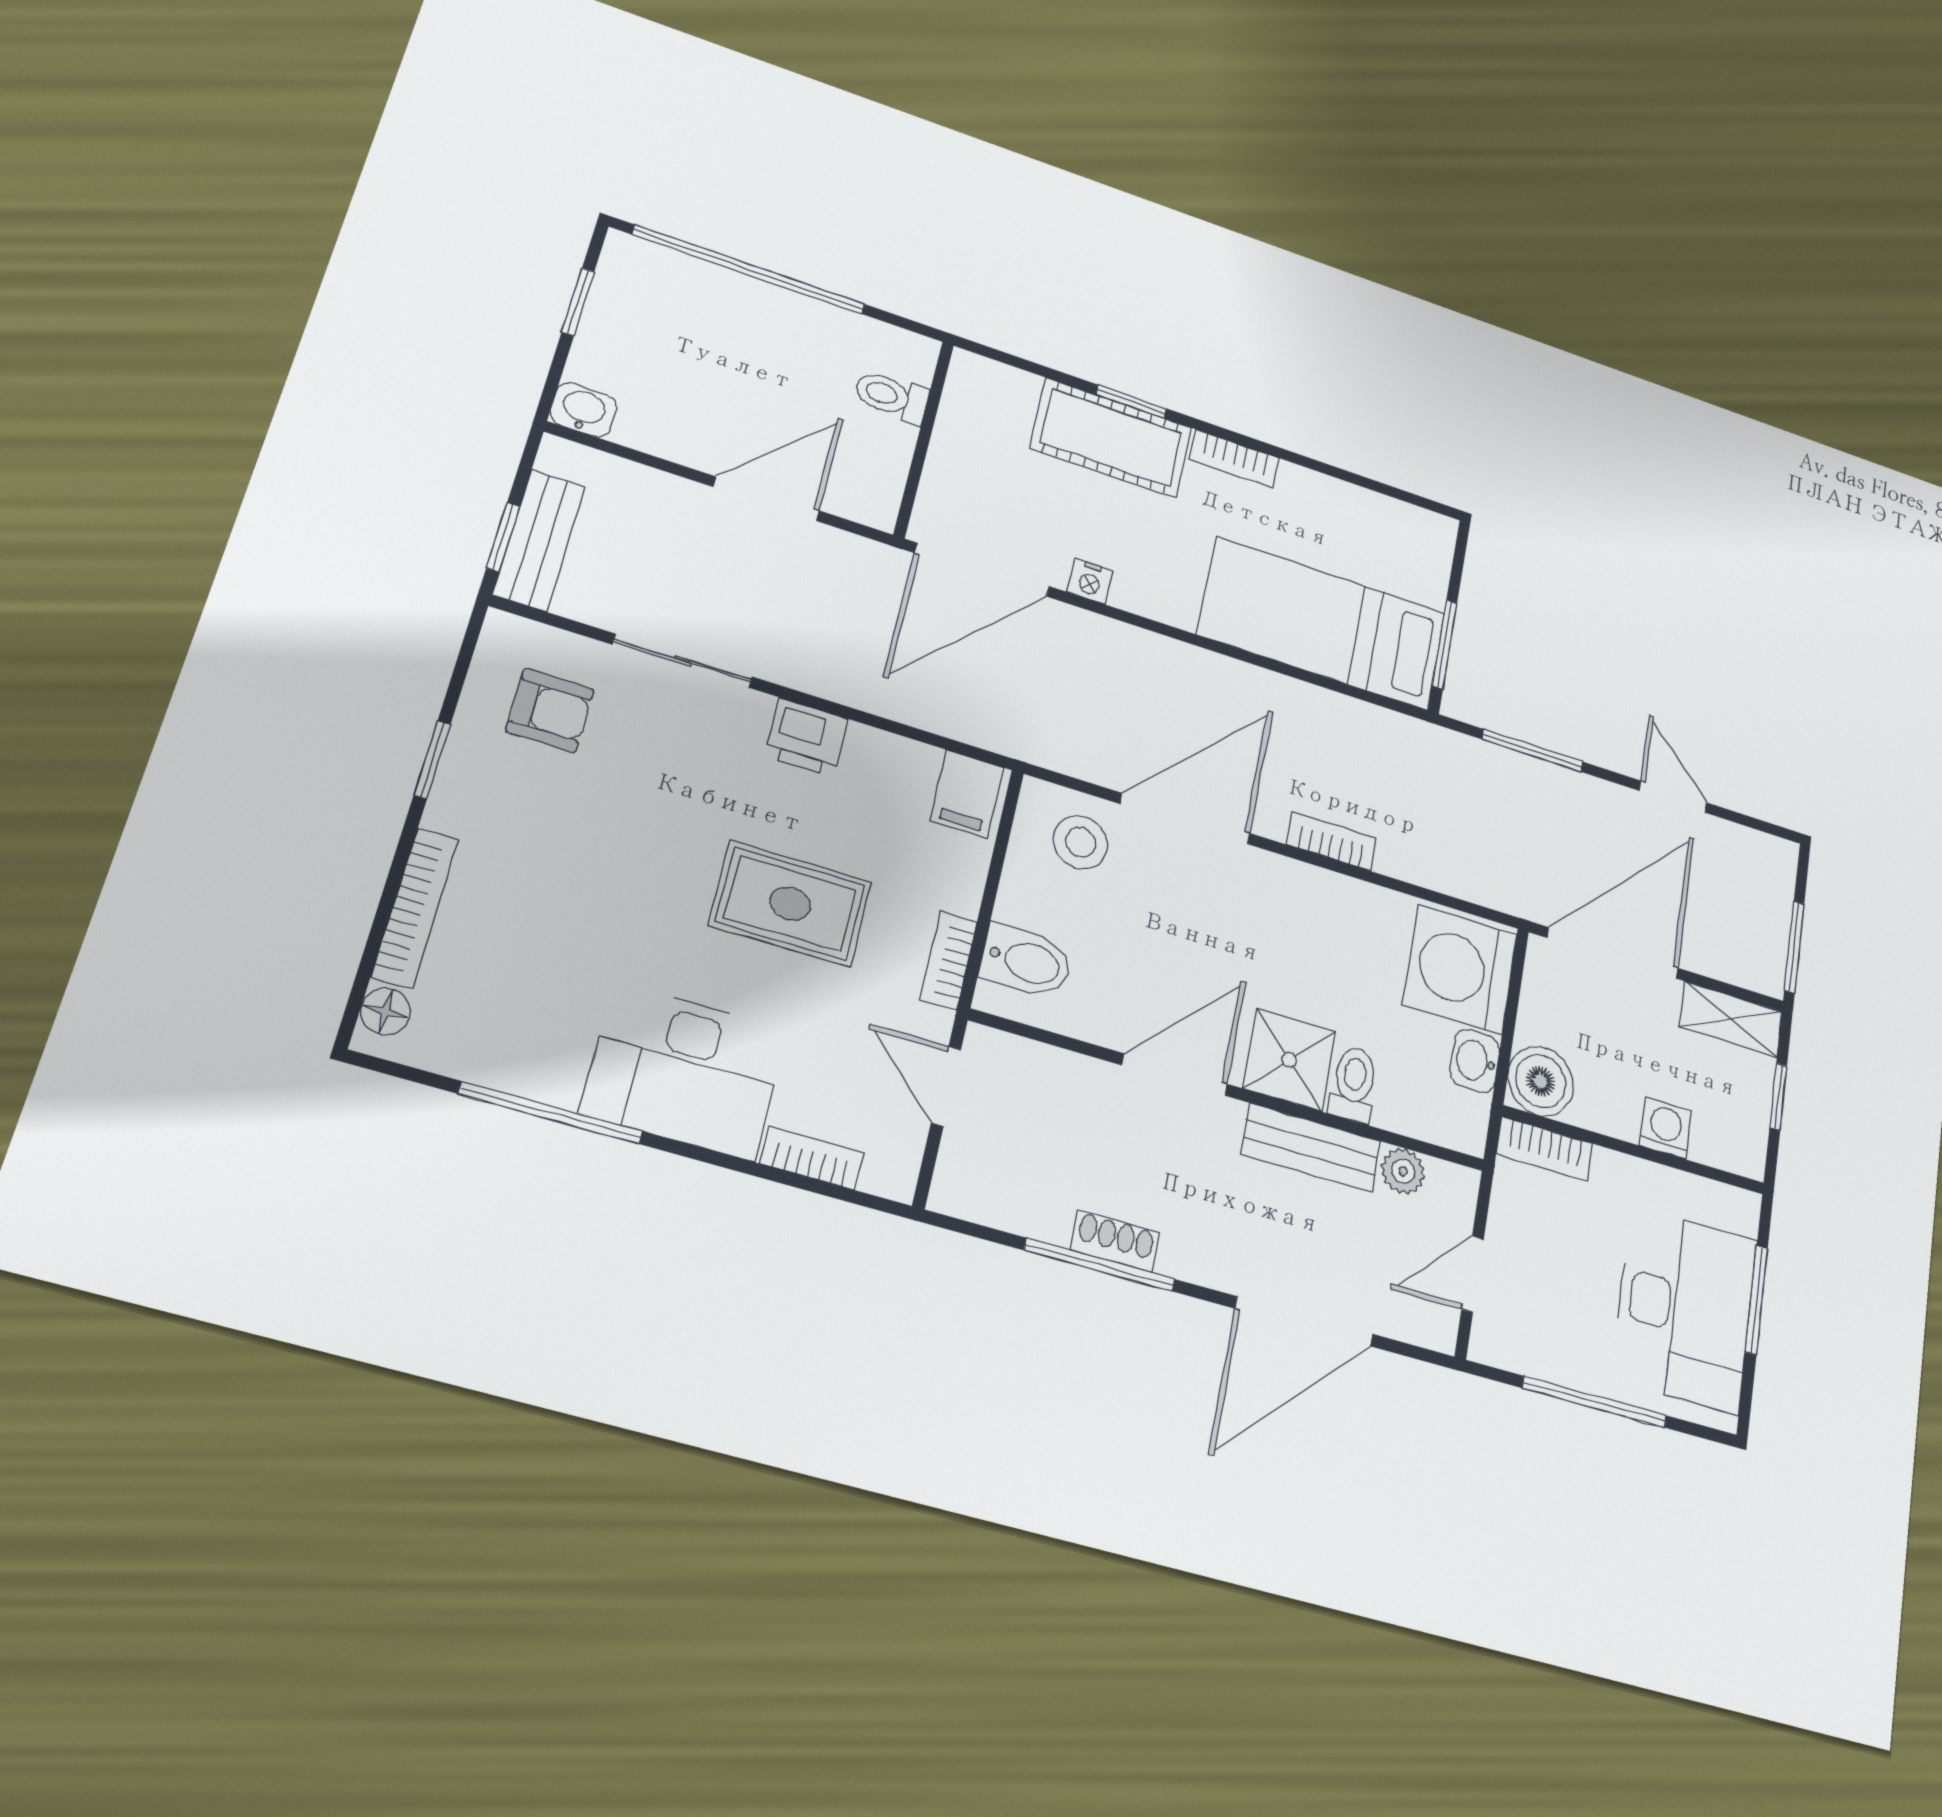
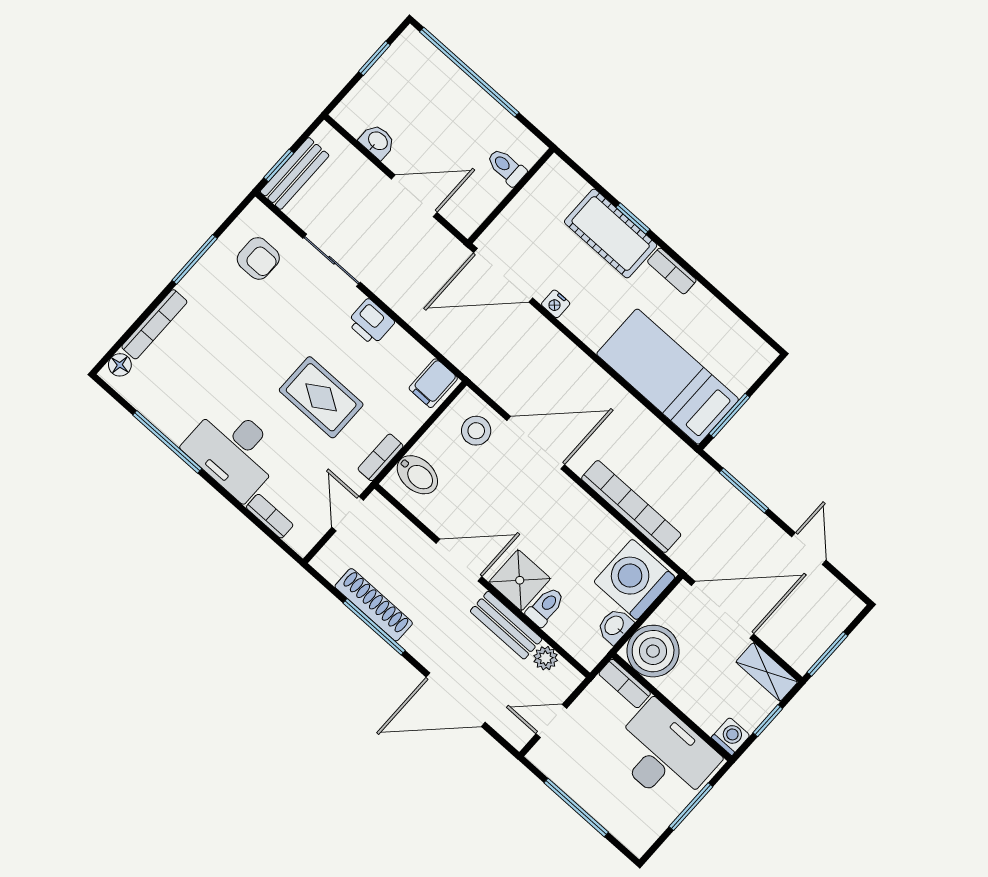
washbasin: (584, 410) -> (377, 141), moved
window: (432, 760) -> (195, 259), width x1.50
bookcase: (1331, 841) -> (631, 507), width x2.31, depth x1.31
boiler: (1541, 1081) -> (653, 651), width x1.37, depth x1.37
washing machine: (1666, 1128) -> (731, 737), moved
shoe rack: (1115, 1241) -> (374, 605), width x1.94, depth x1.24
desk: (1685, 1309) -> (664, 755), moved, turned -90

